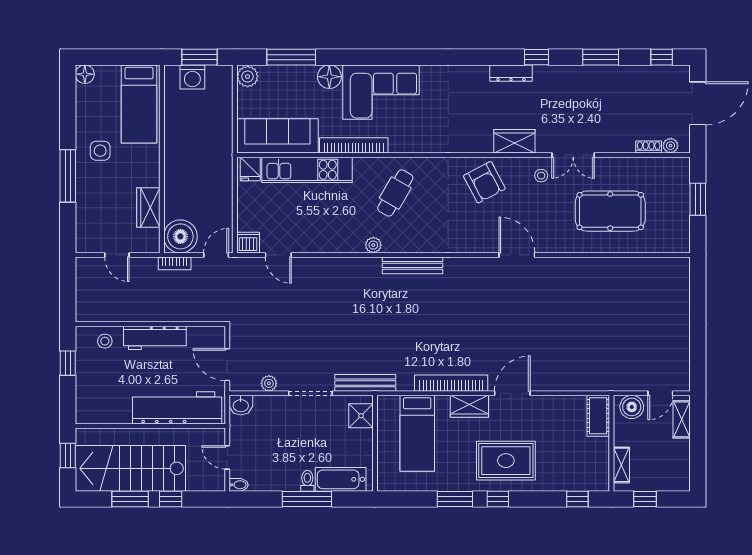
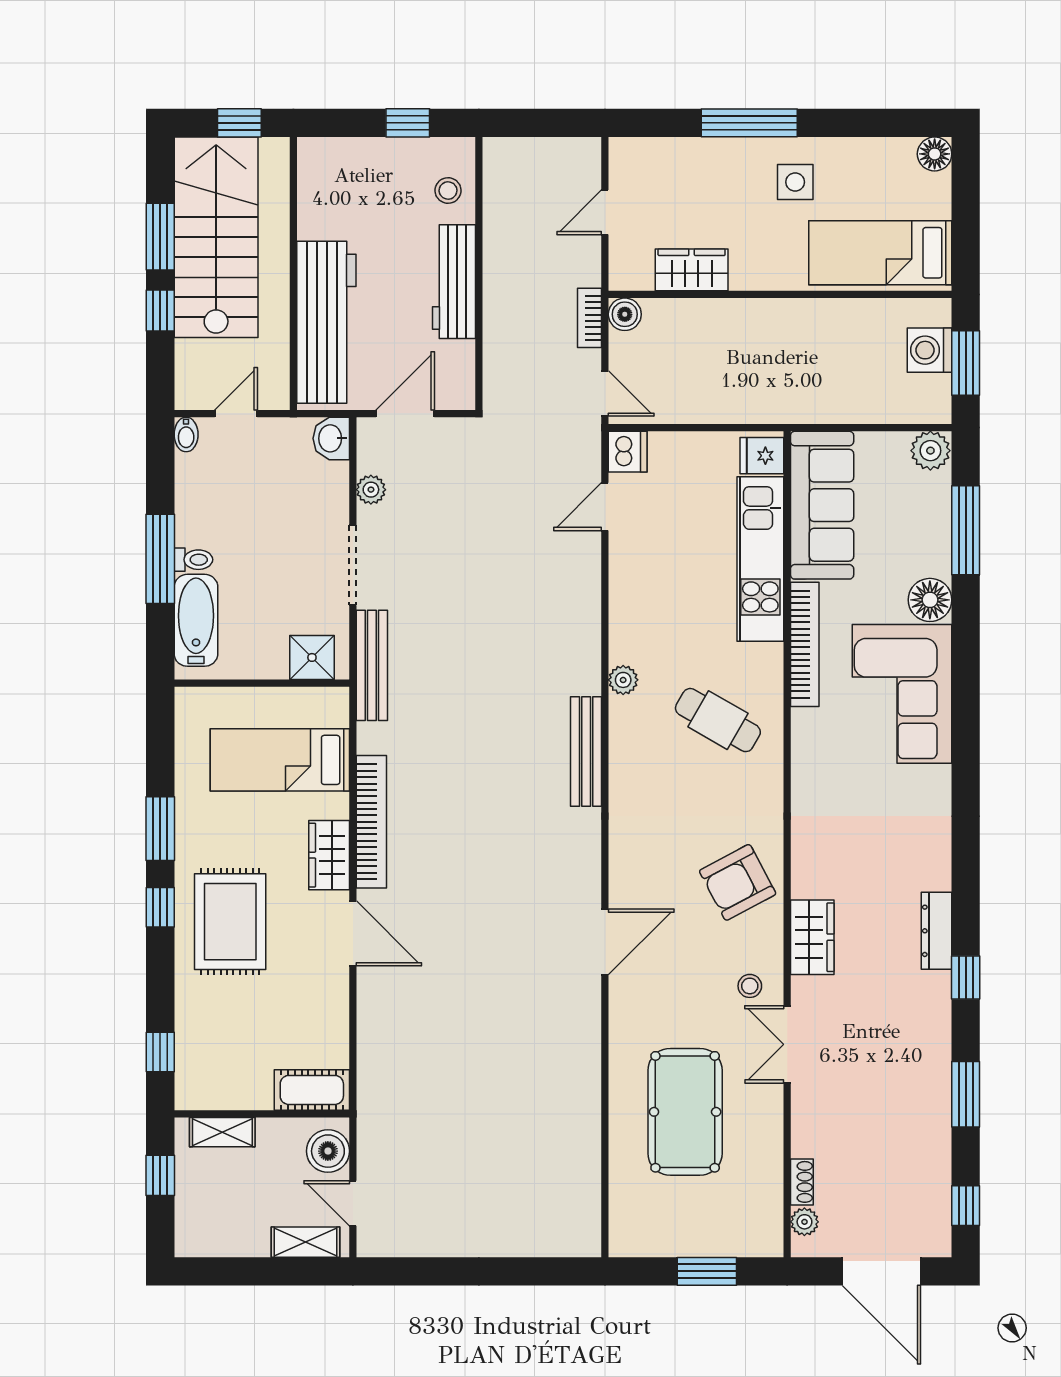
boiler: (180, 236) -> (625, 314), width x0.54, depth x0.54

